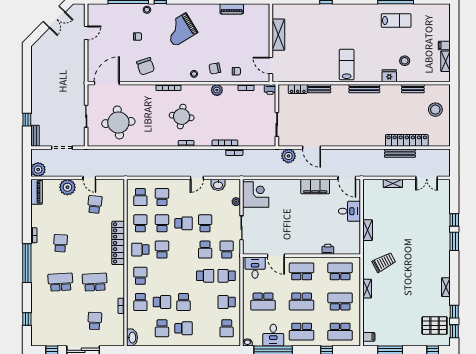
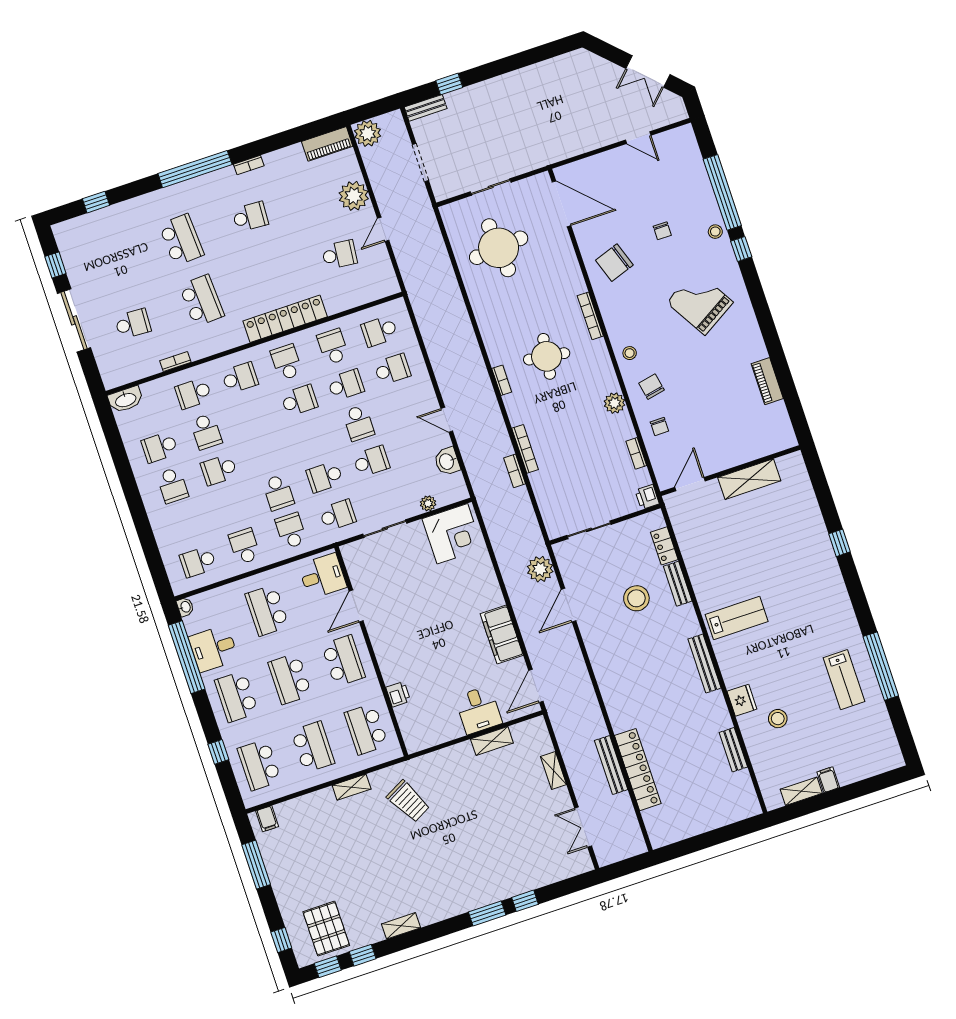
stool: (435, 110) -> (636, 598), moved
school desk: (140, 223) -> (333, 347), turned -90
shelving: (368, 230) -> (492, 741), moved
school desk: (340, 271) -> (366, 729), turned 180

